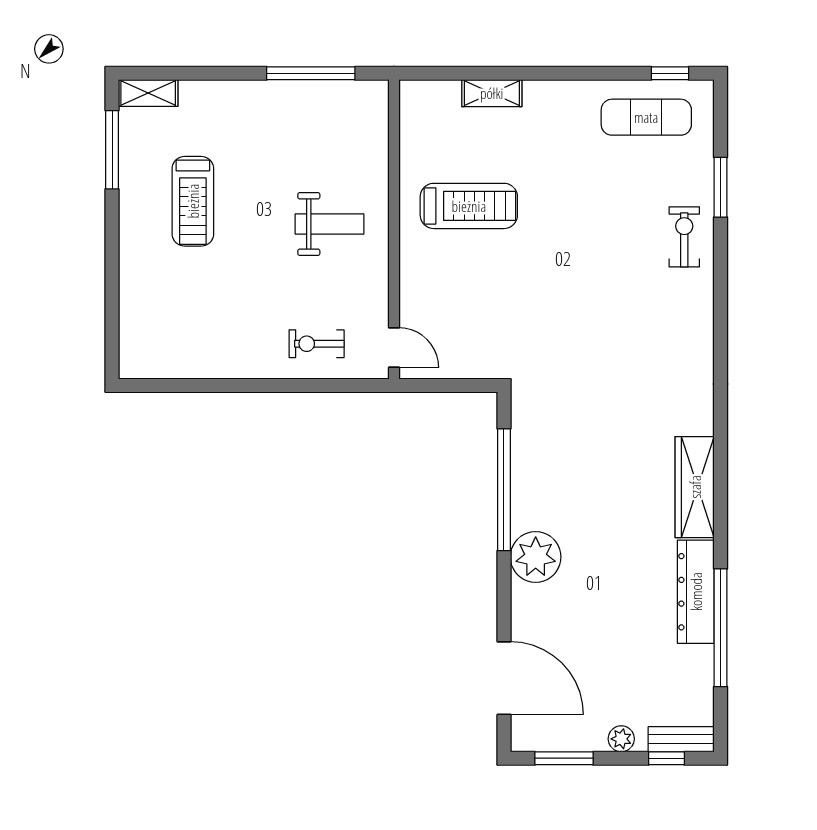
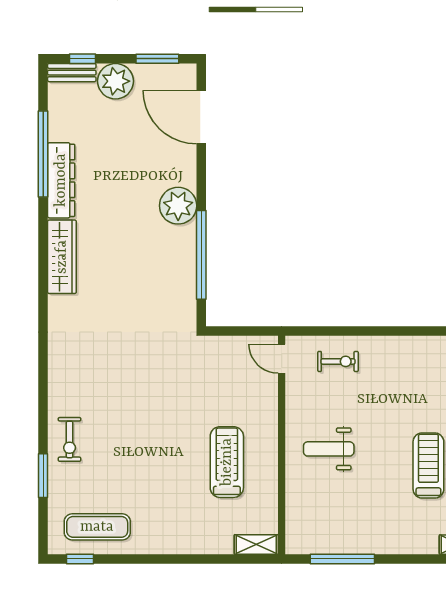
shelving: (492, 93) -> (256, 544), moved
treadmill: (469, 206) -> (227, 462), turned 90
plant: (621, 739) -> (116, 81), width x1.88, depth x1.88

